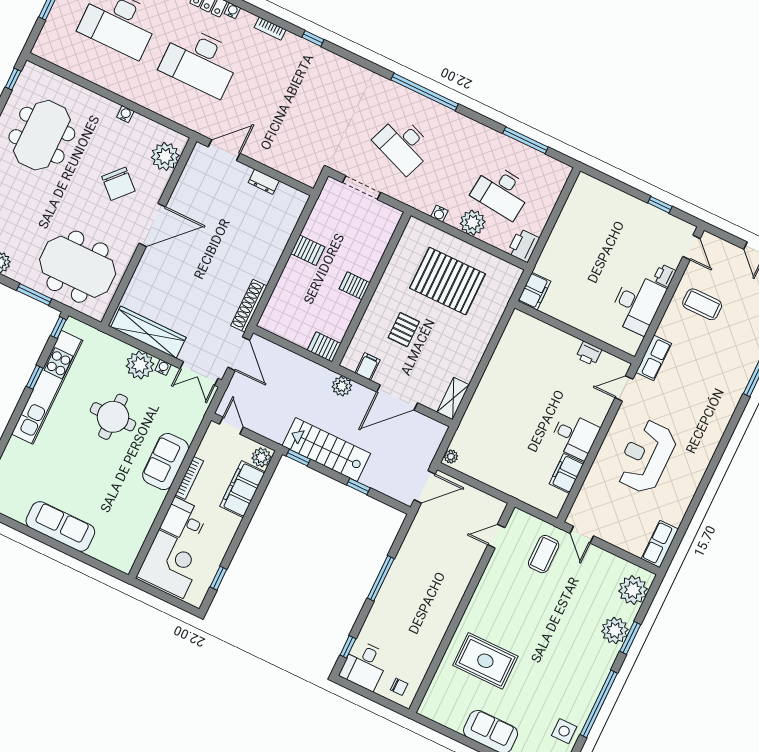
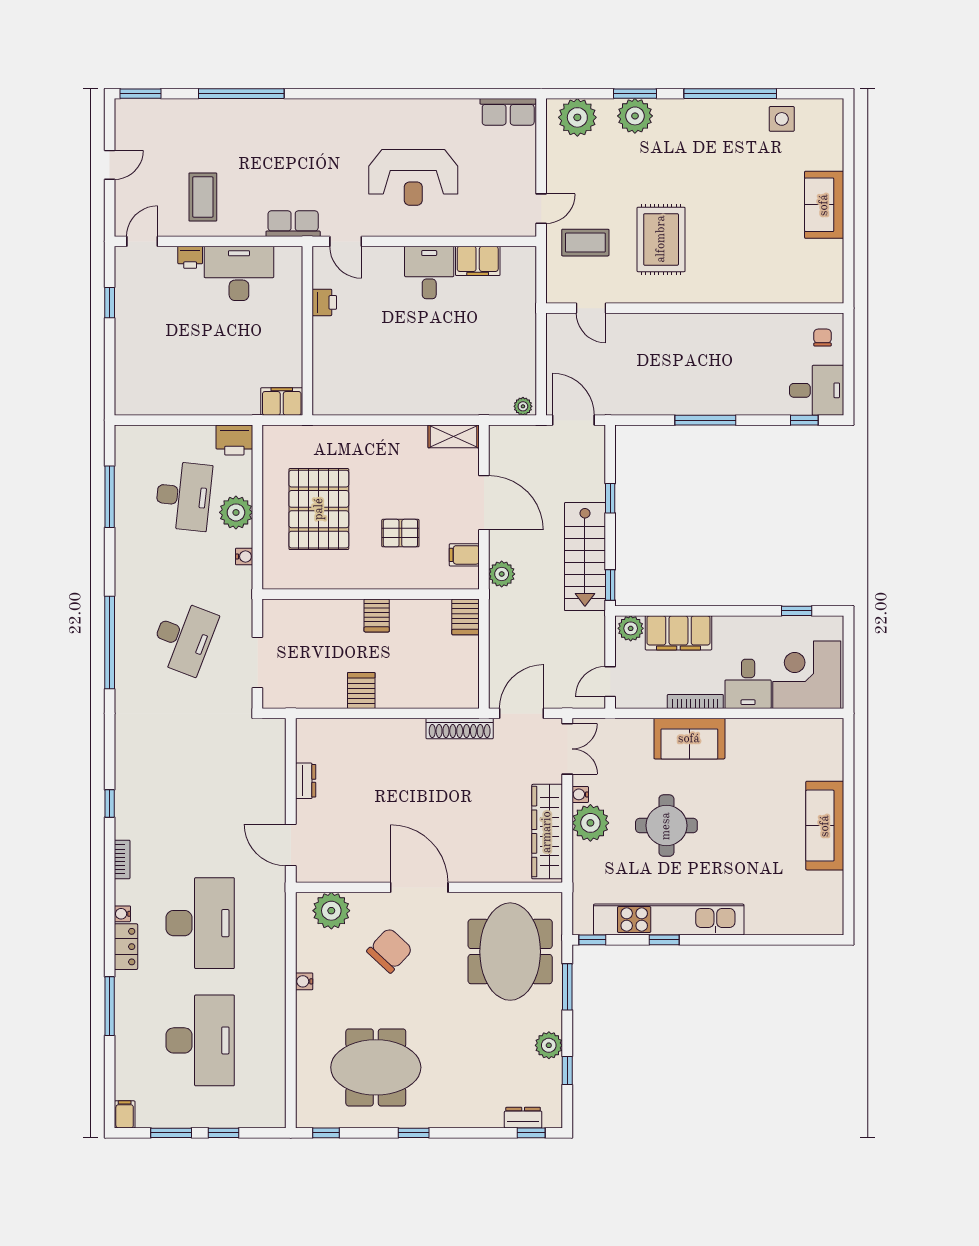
rug: (485, 661) -> (661, 239), moved

